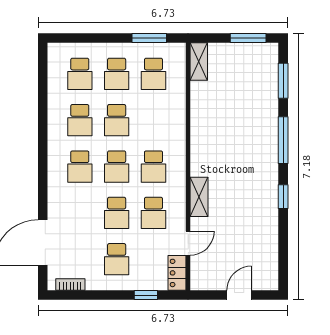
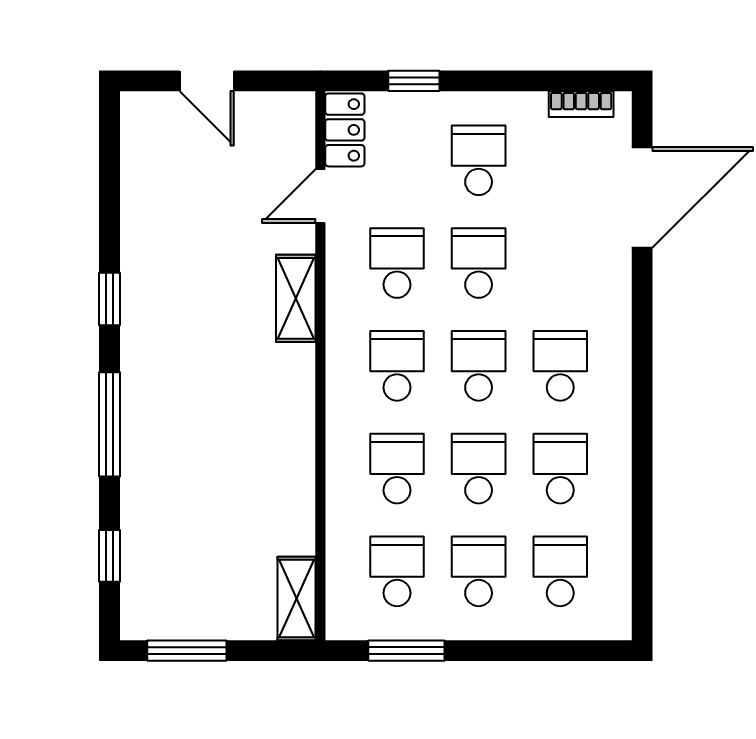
window: (283, 81) -> (109, 556), width x0.67
school desk: (153, 120) -> (397, 469), added
door: (239, 295) -> (207, 81), hinge flipped

